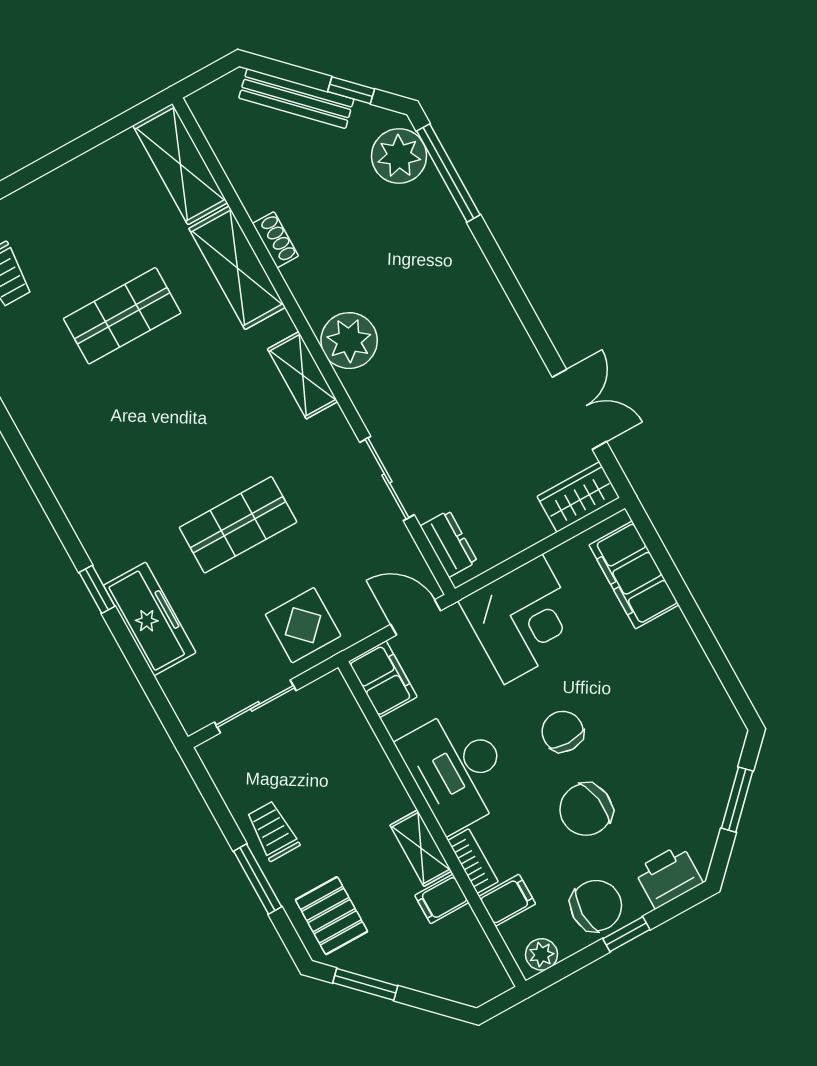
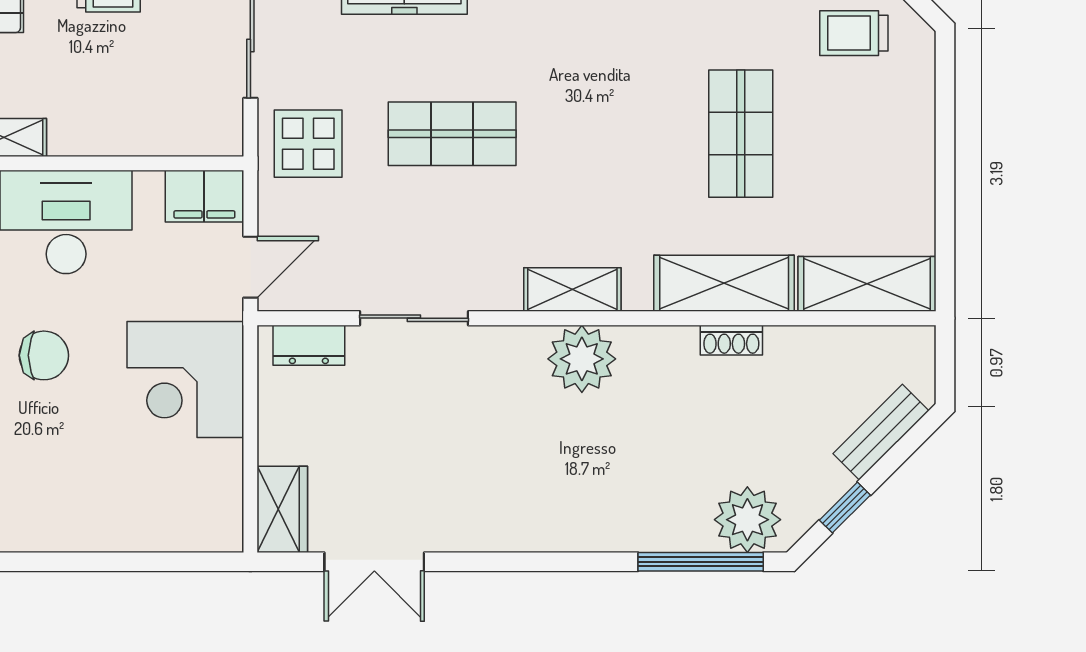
bench: (296, 99) -> (881, 432), width x0.73
shop shelf: (238, 525) -> (452, 134), turned 90
filing cabinet: (634, 575) -> (167, 523), removed

